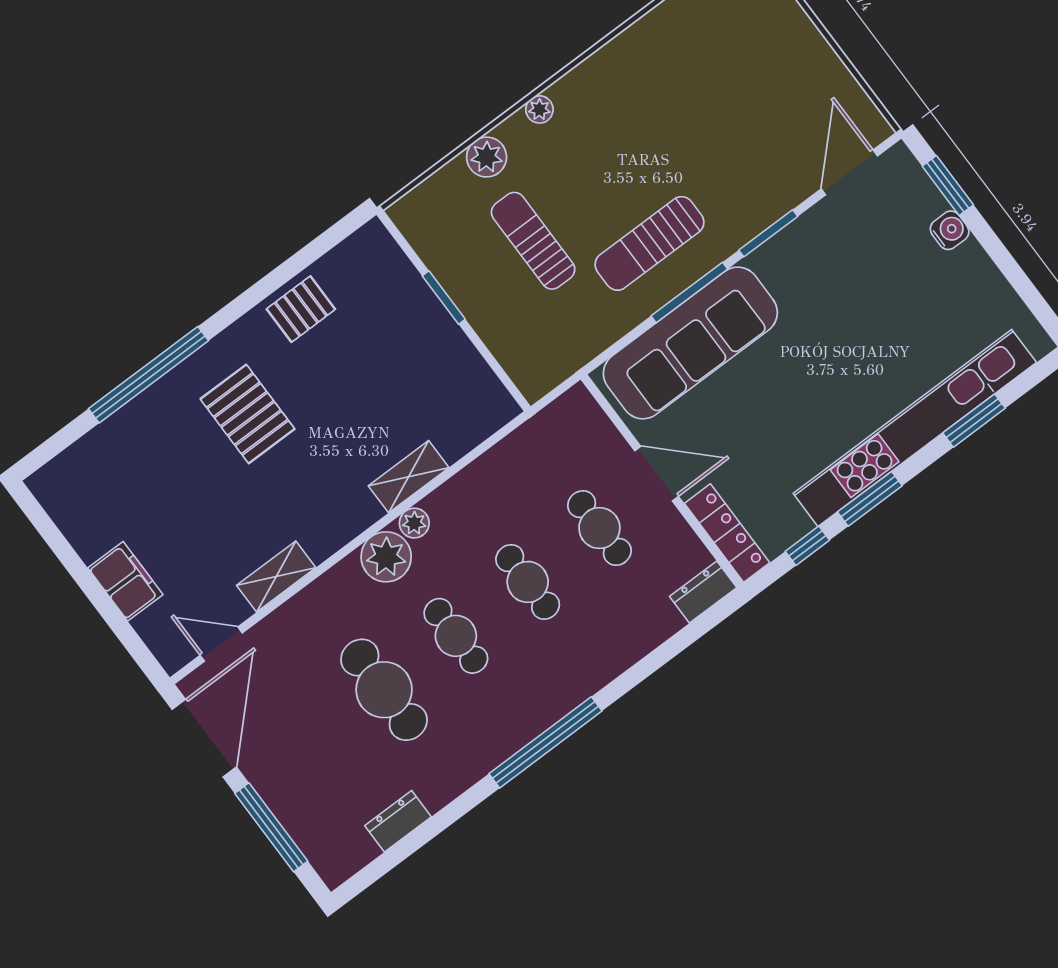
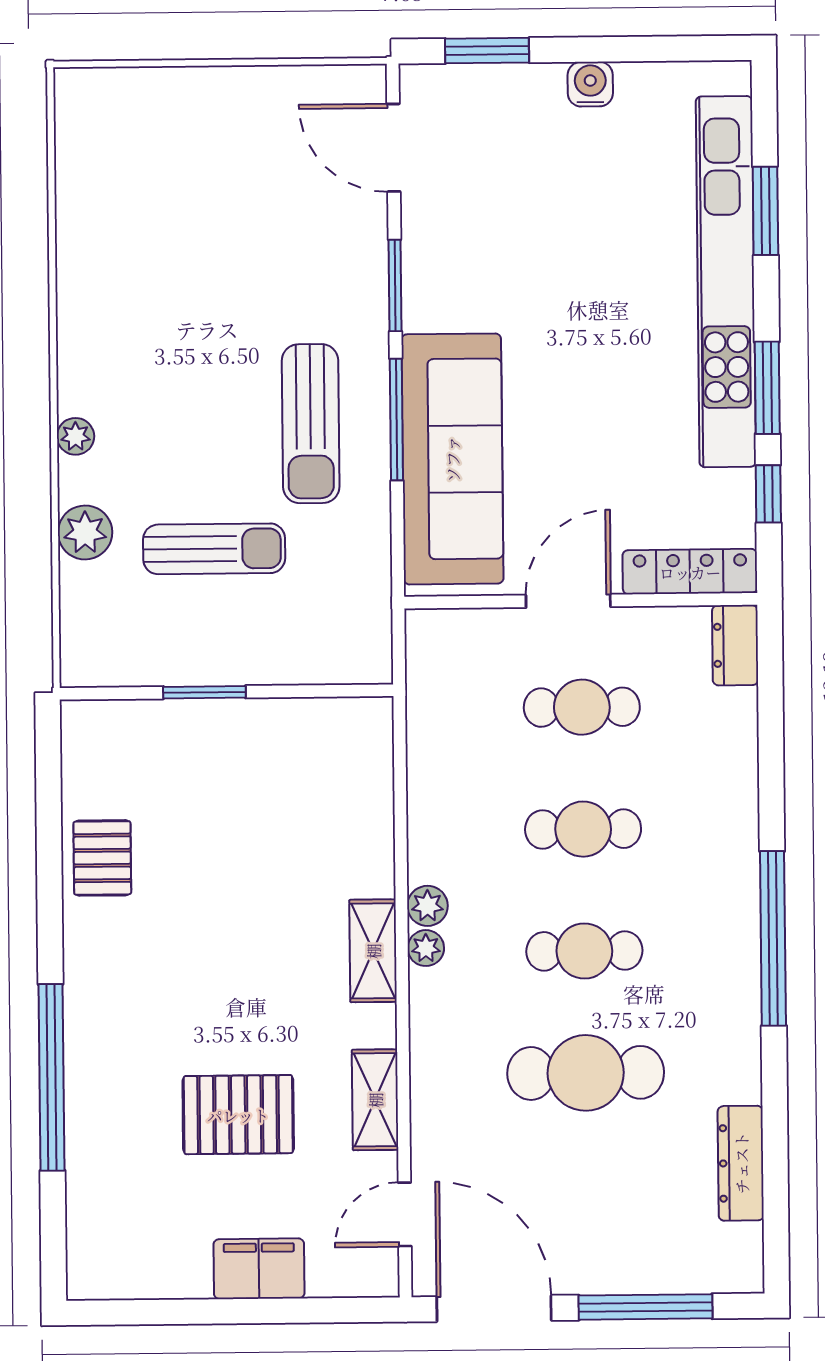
water cooler: (950, 230) -> (590, 84), moved
sun lounger: (533, 241) -> (214, 549), turned 180
pallet: (247, 414) -> (238, 1115), moved
shelving: (409, 477) -> (373, 951), moved
plant: (386, 557) -> (426, 948), width x0.53, depth x0.53
dresser: (398, 821) -> (741, 1163), width x1.44

